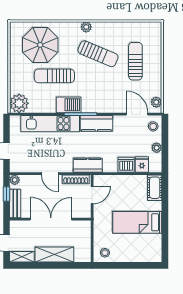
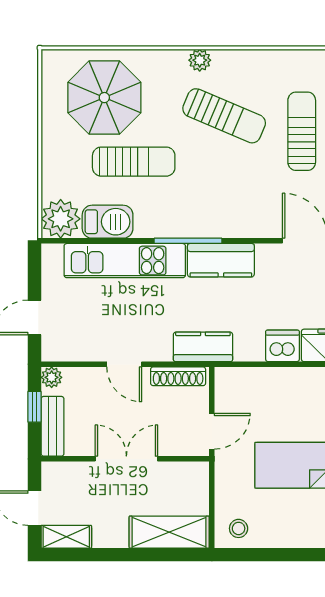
sun lounger: (54, 76) -> (134, 162), turned 180
barbecue: (69, 105) -> (108, 222), moved
door: (92, 195) -> (212, 431), moved
double door: (51, 219) -> (126, 459), width x0.73
shelving: (54, 255) -> (169, 532), moved

